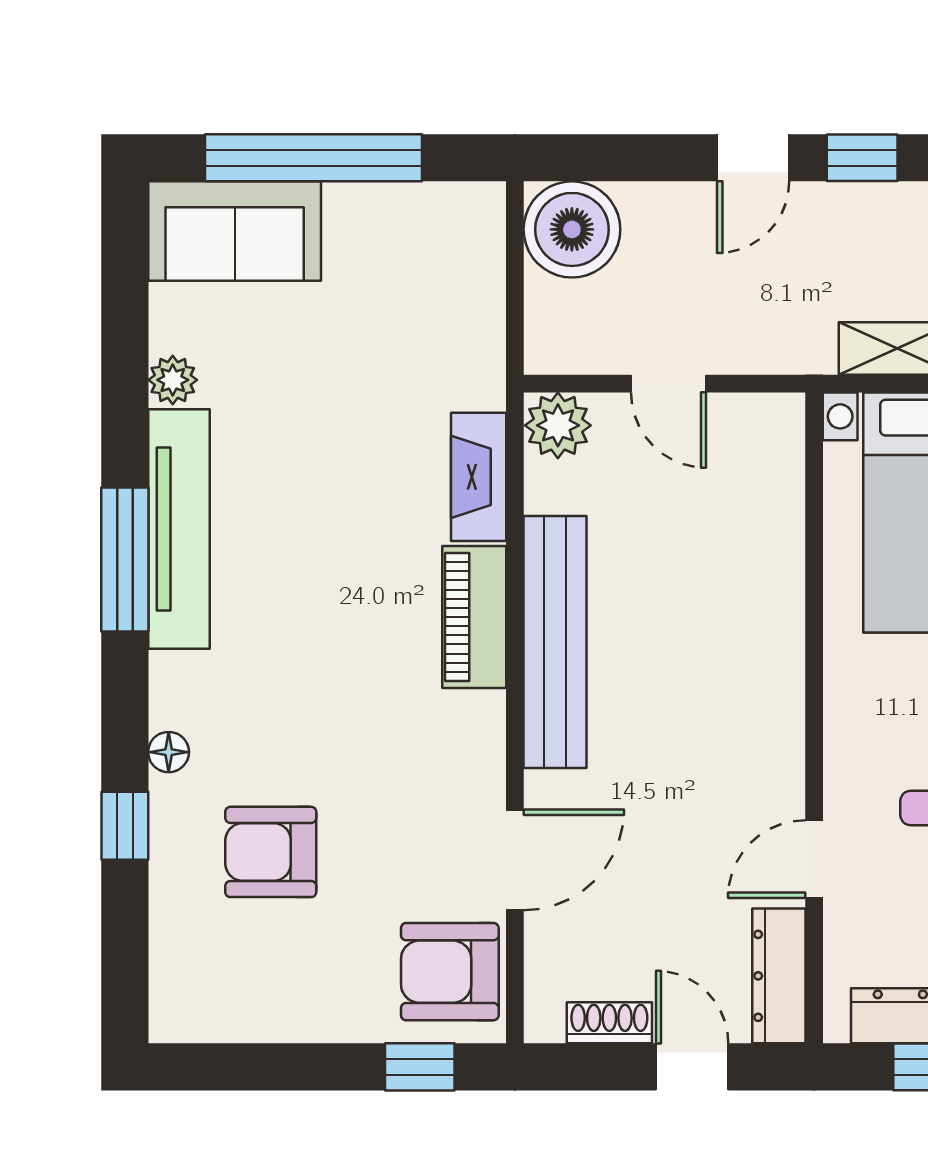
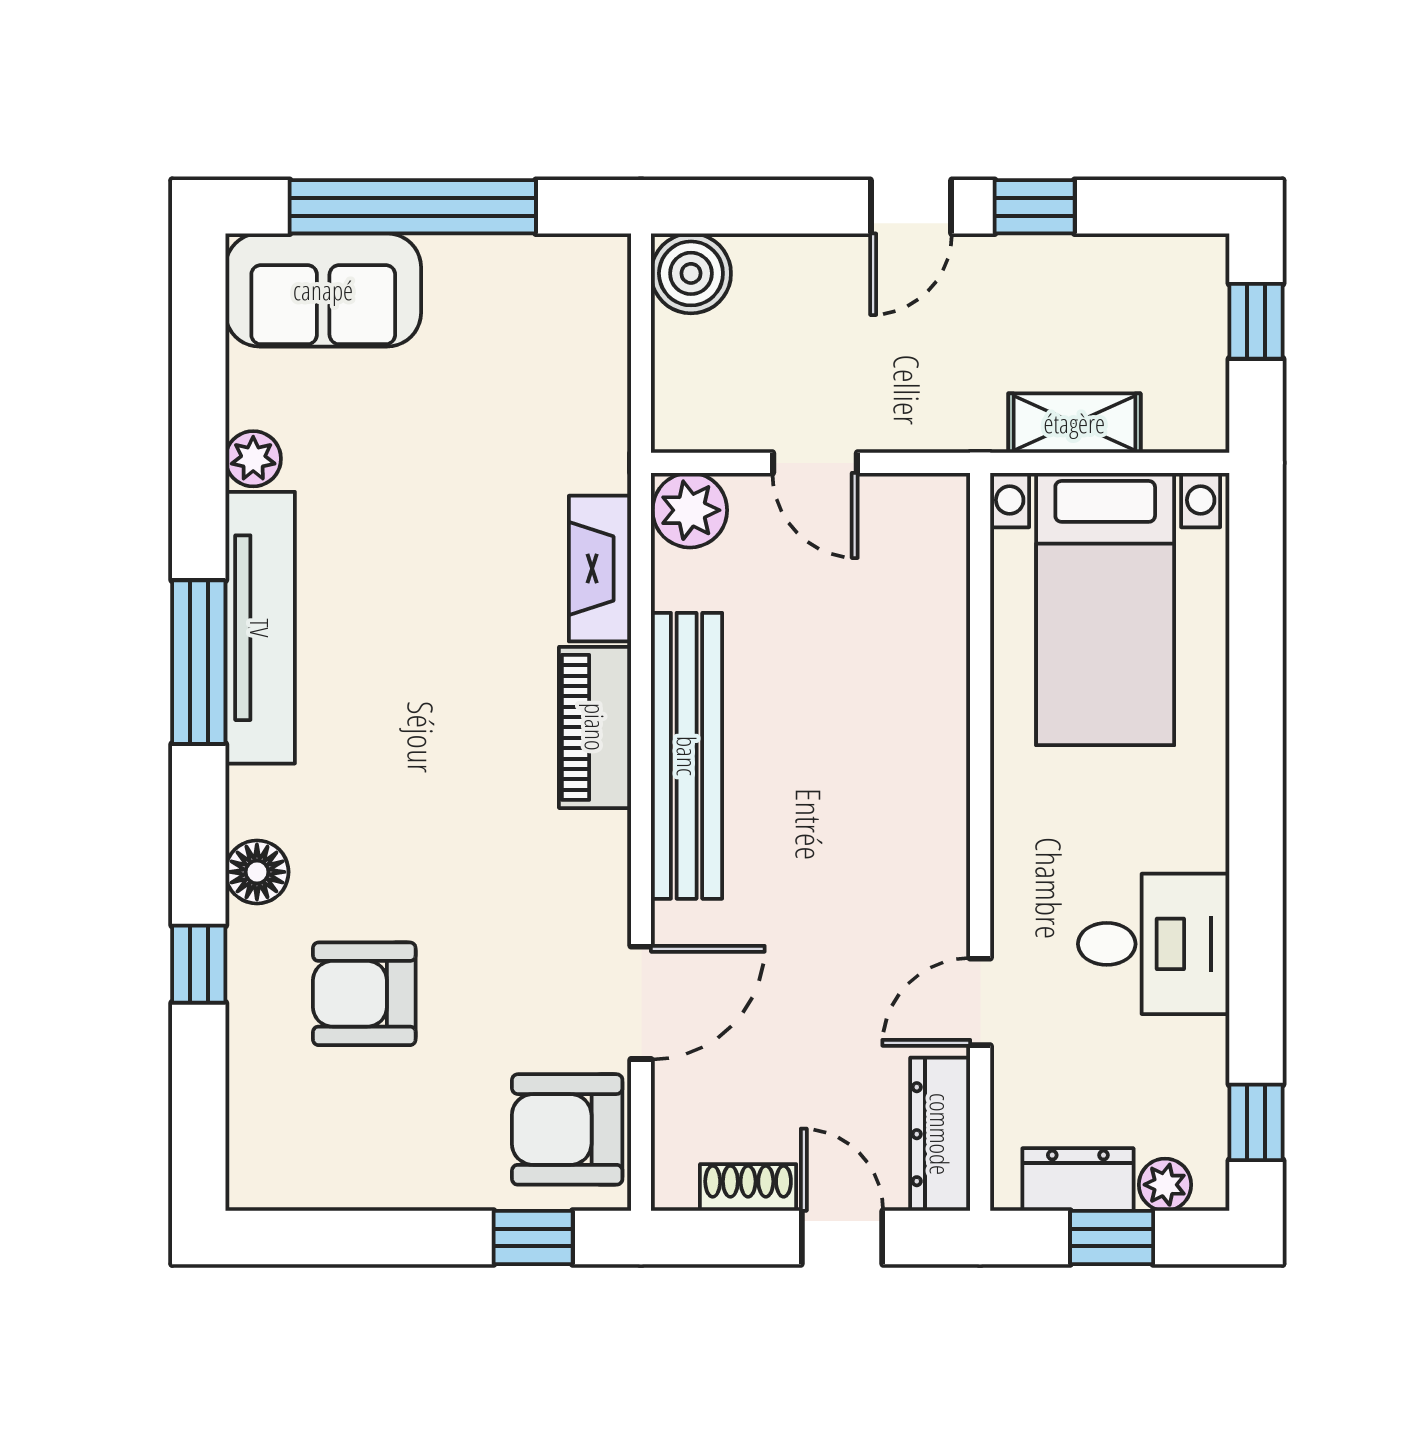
boiler: (572, 229) -> (691, 273), width x0.73, depth x0.73
floor lamp: (169, 752) -> (257, 872), width x1.37, depth x1.37

